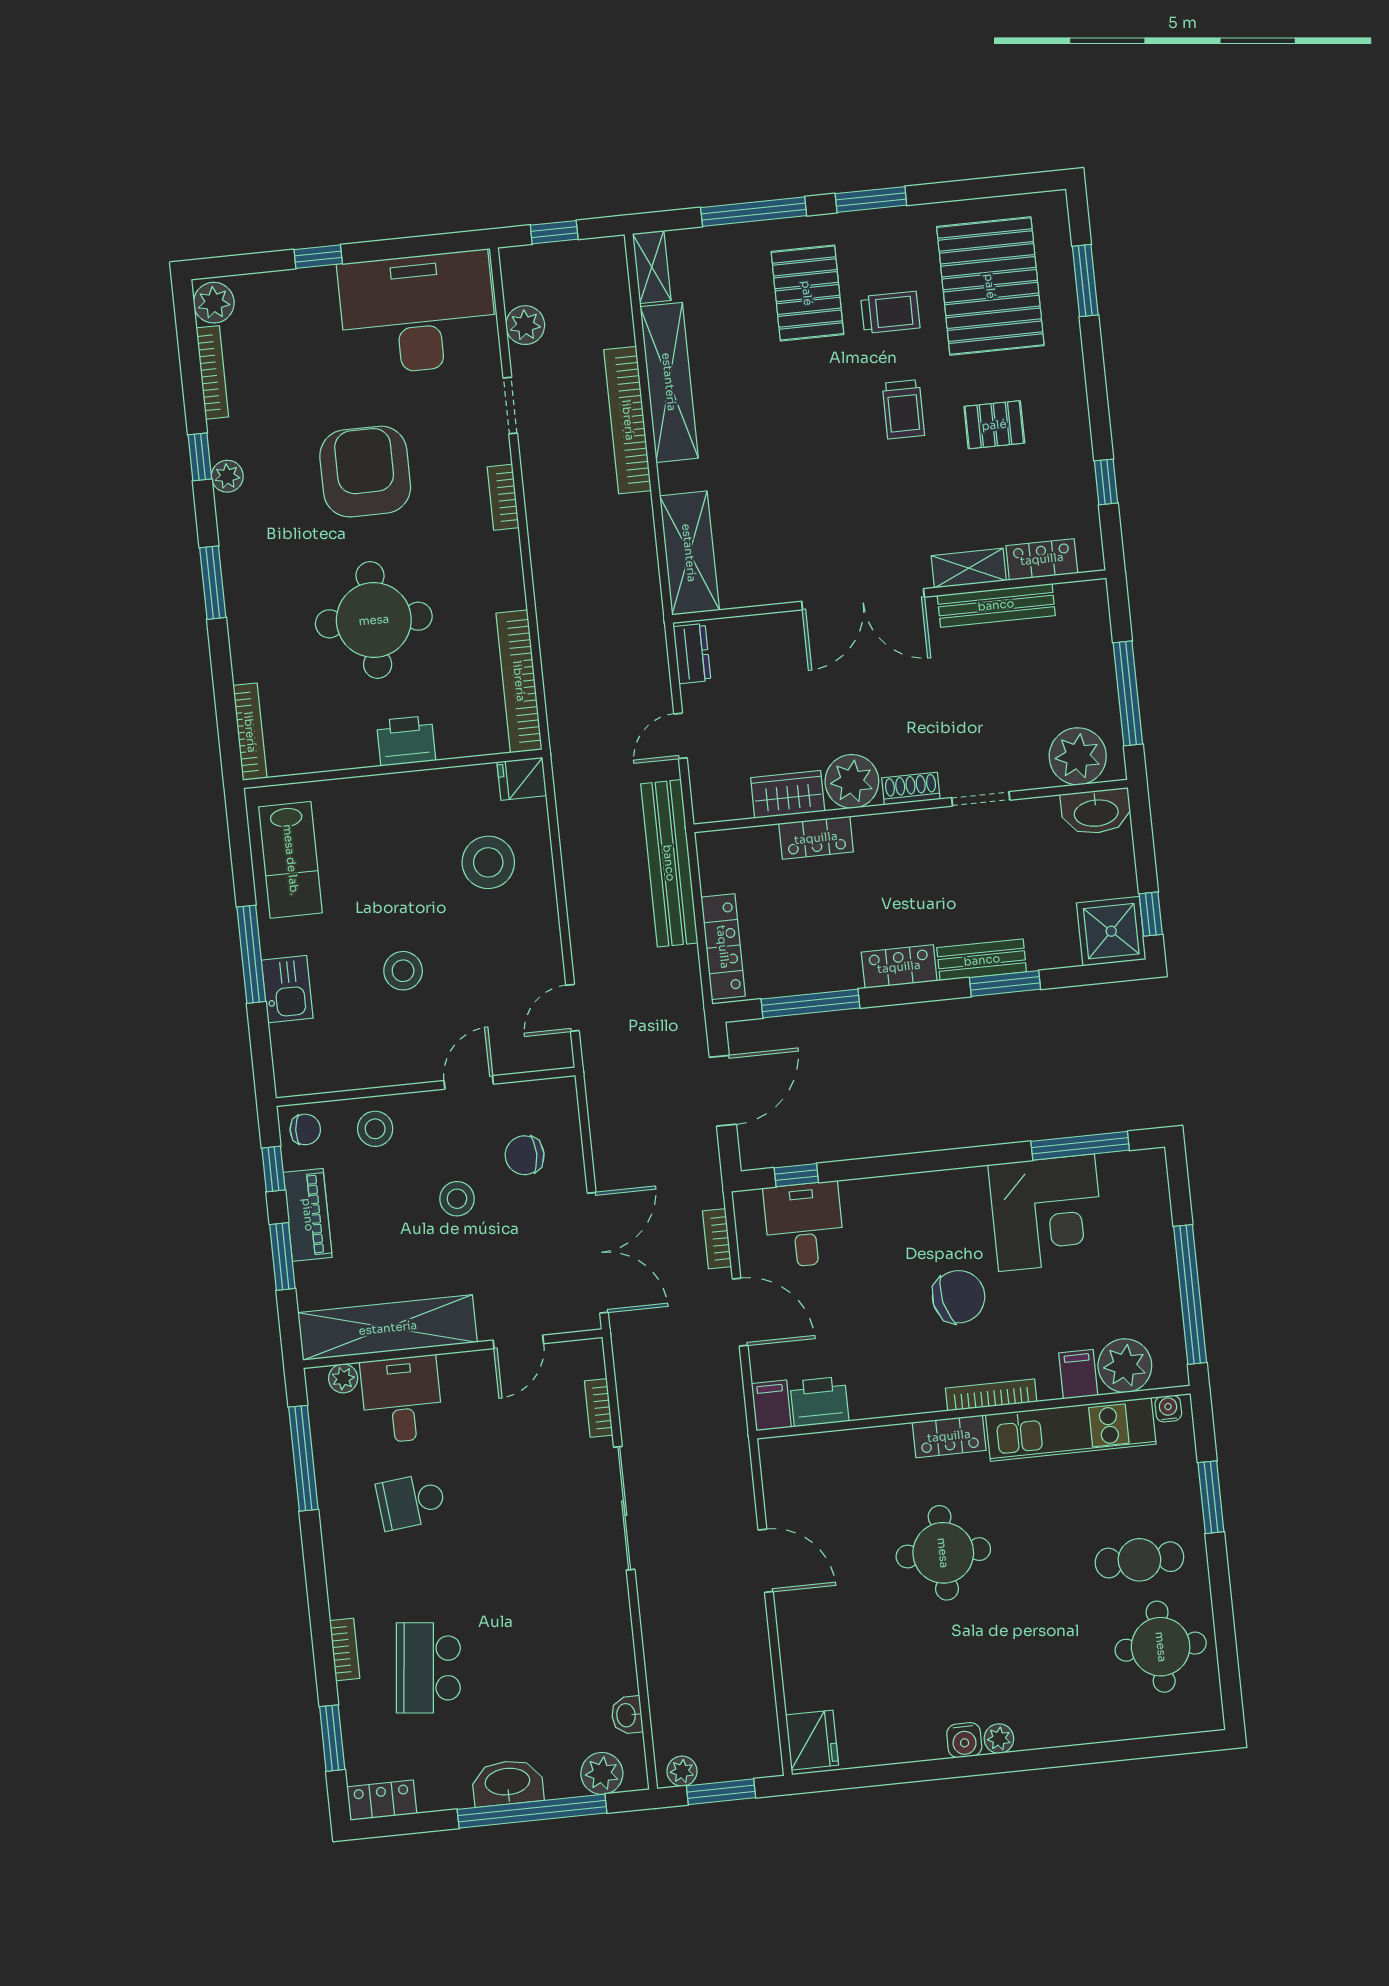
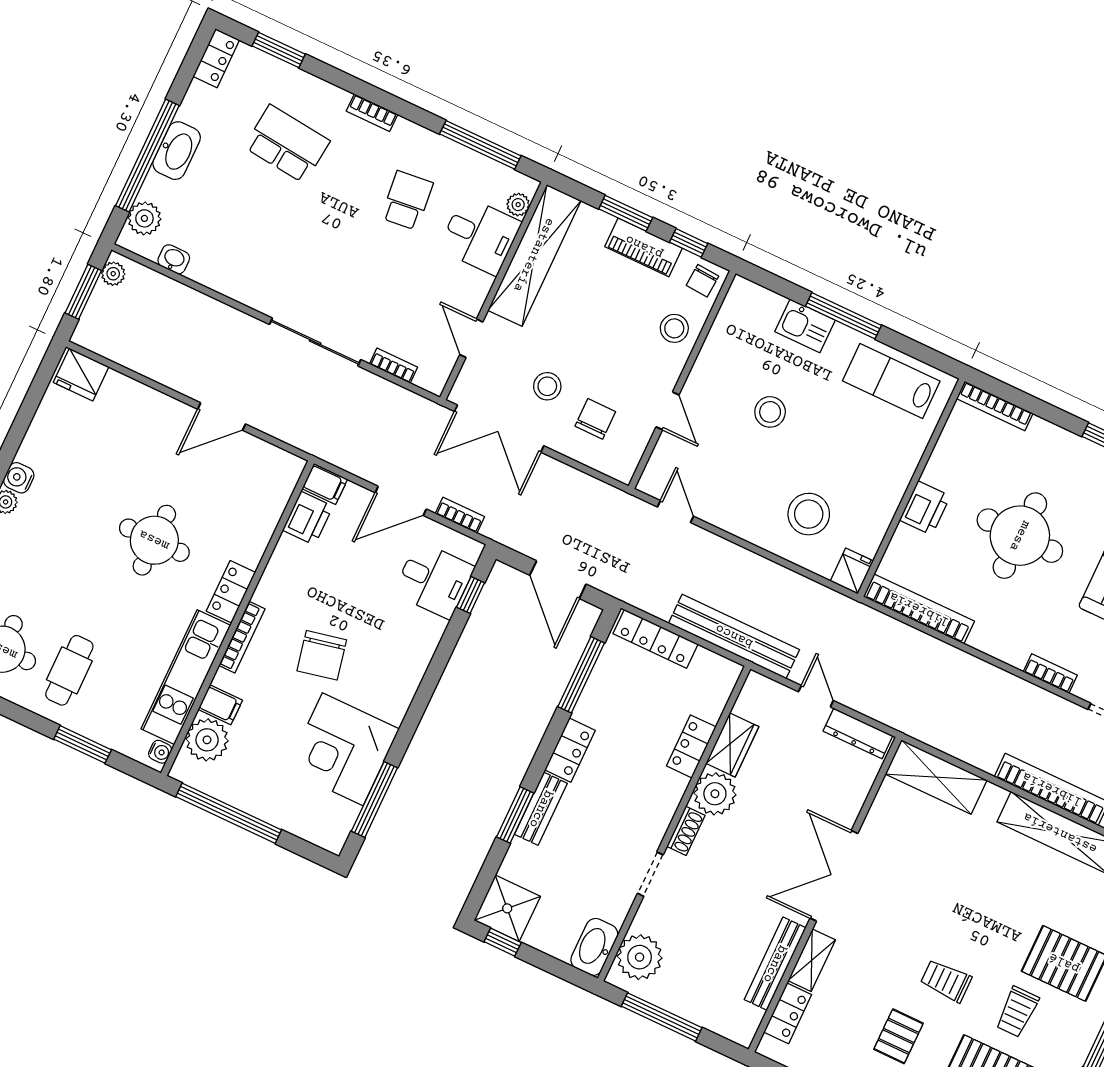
dresser: (692, 654) -> (858, 733), width x1.44
stool: (457, 1199) -> (547, 386), moved
bookcase: (345, 1649) -> (372, 113), moved

